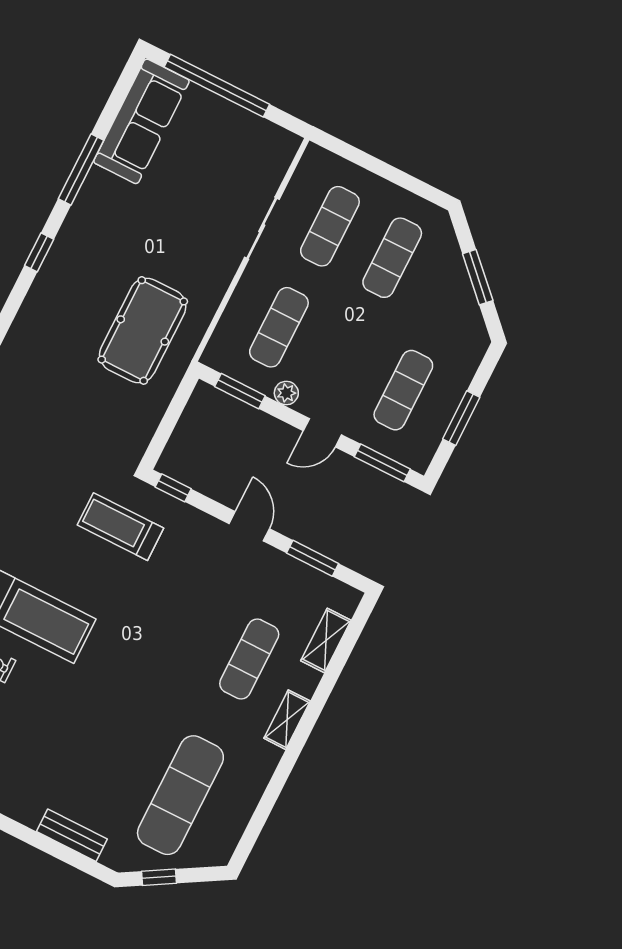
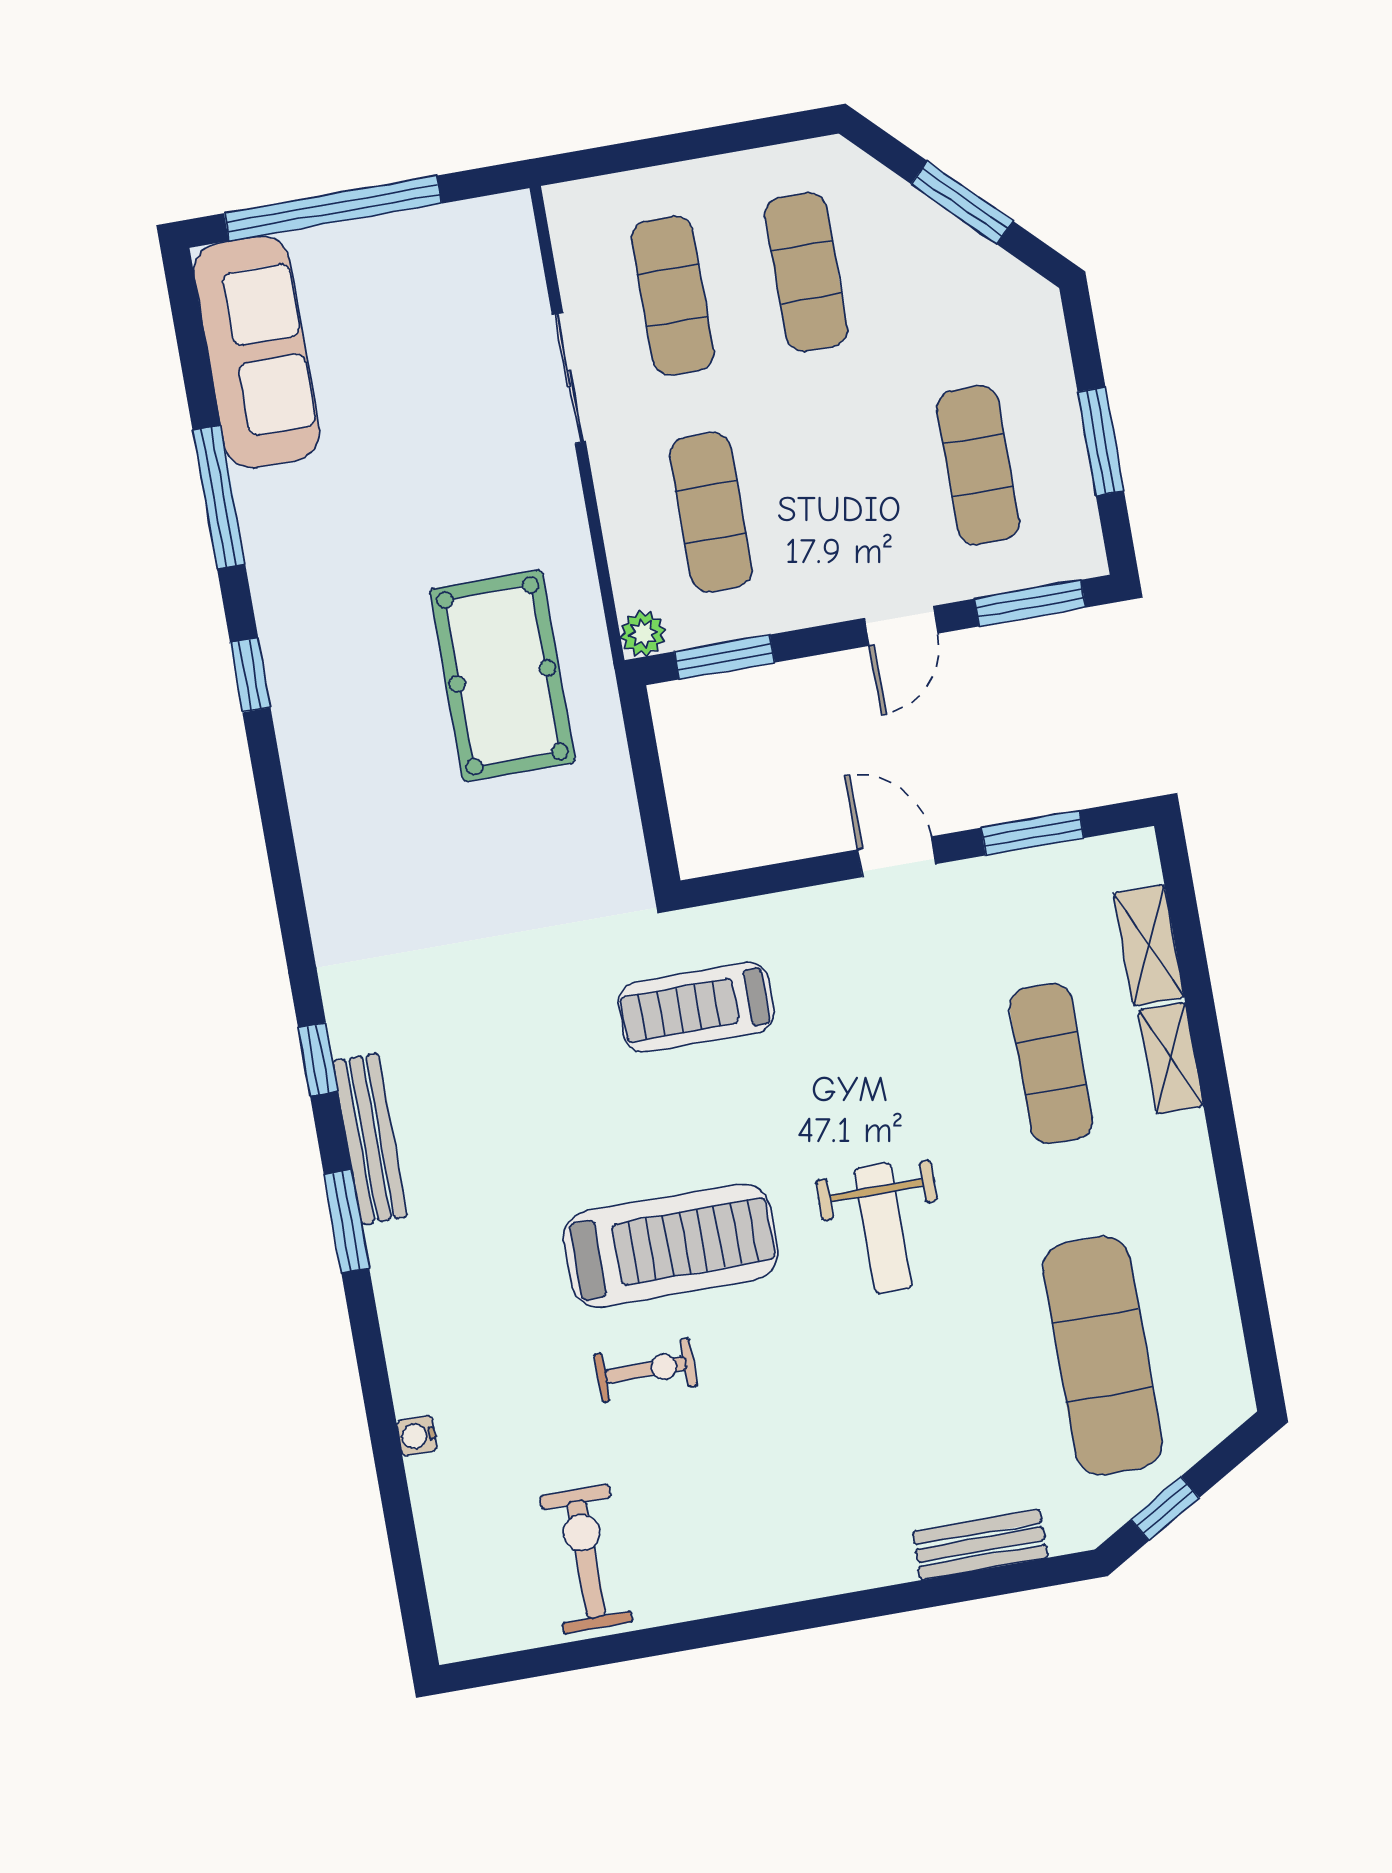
plant: (286, 393) -> (643, 634), moved
window: (173, 488) -> (733, 886), removed
weight bench: (129, 675) -> (883, 1228), added
shelving: (287, 720) -> (1171, 1058), moved

